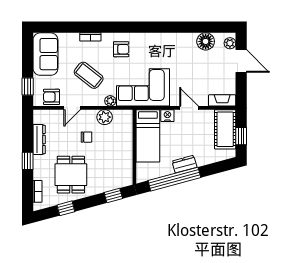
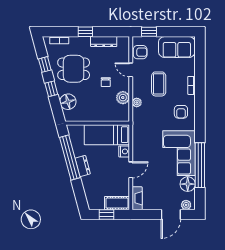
window: (183, 27) -> (200, 165), added
coffee table: (89, 75) -> (159, 84), turned -38
corner sofa: (143, 87) -> (179, 153), moved, turned 180
armchair: (51, 97) -> (140, 52), turned 90
cot: (225, 129) -> (117, 203), width x0.73, depth x0.75
floor lamp: (109, 181) -> (68, 102), added
window: (113, 196) -> (51, 89), moved

